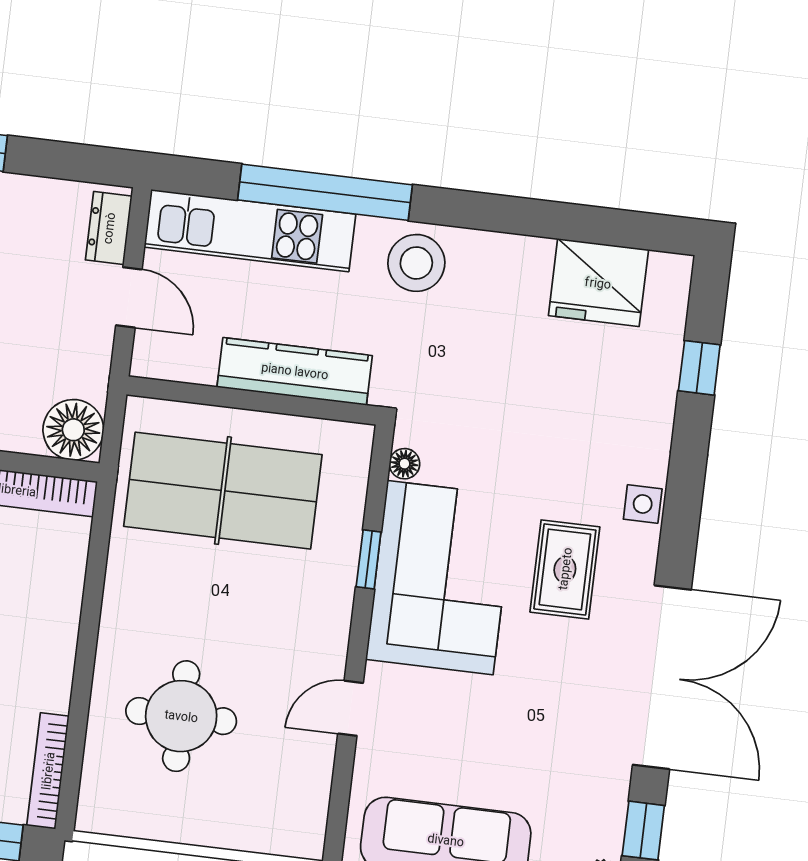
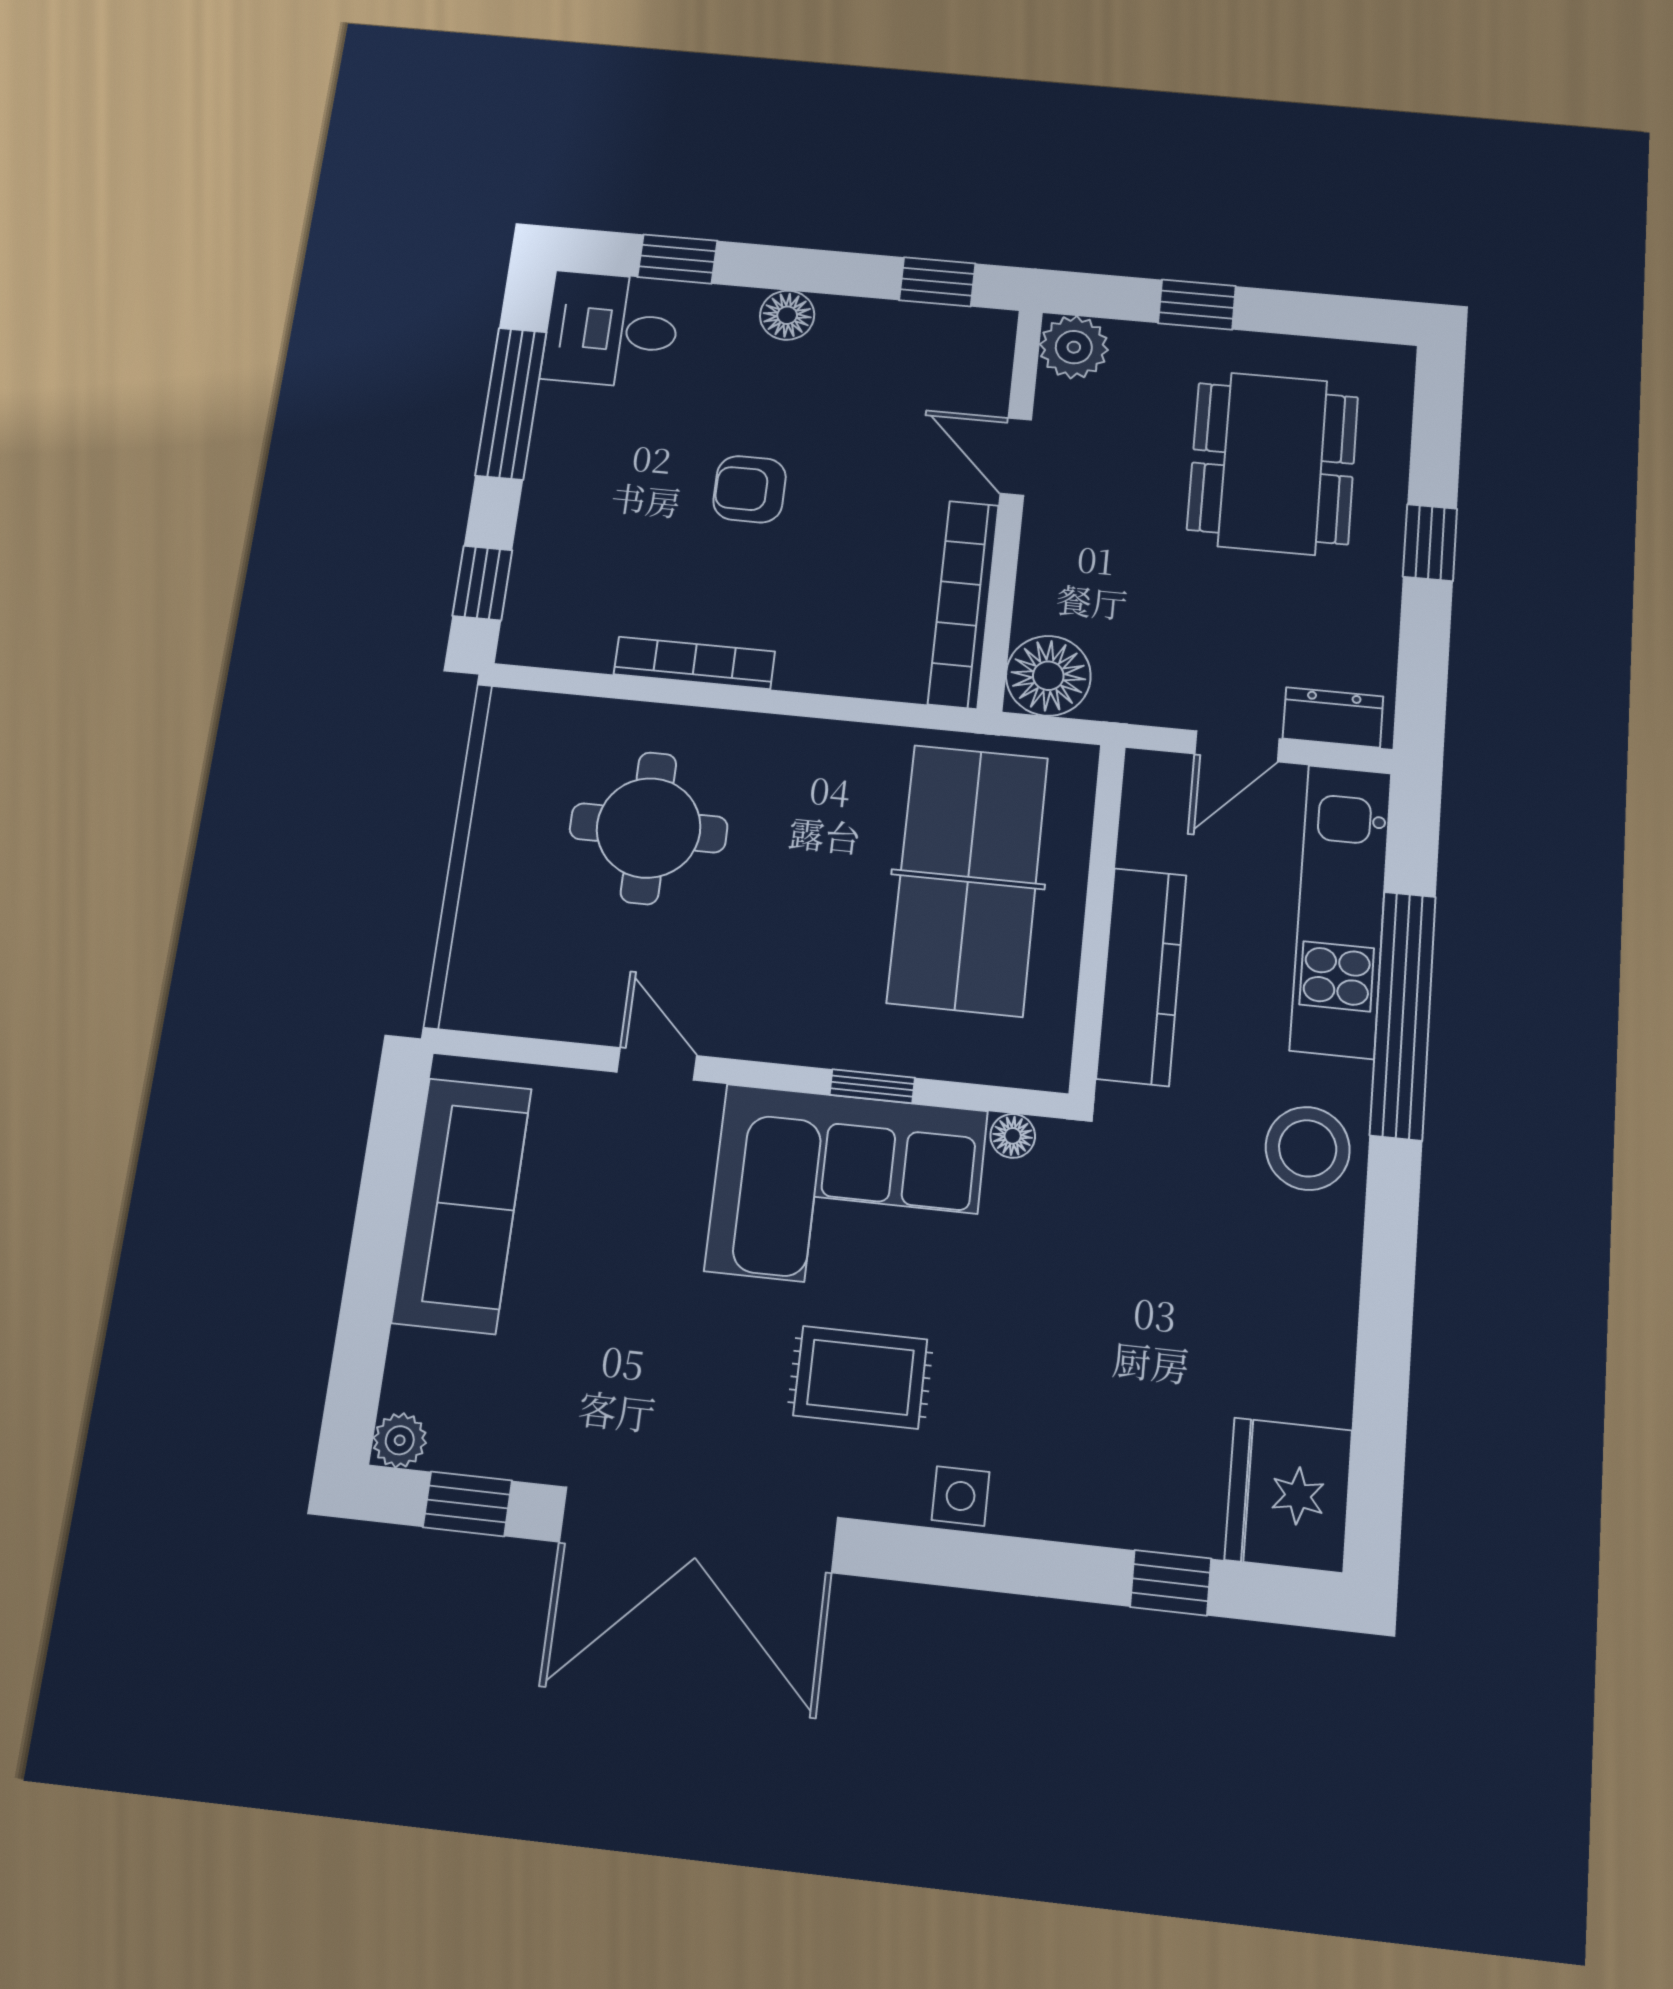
fridge: (598, 283) -> (1288, 1495), moved
bookcase: (48, 771) -> (694, 663), moved

